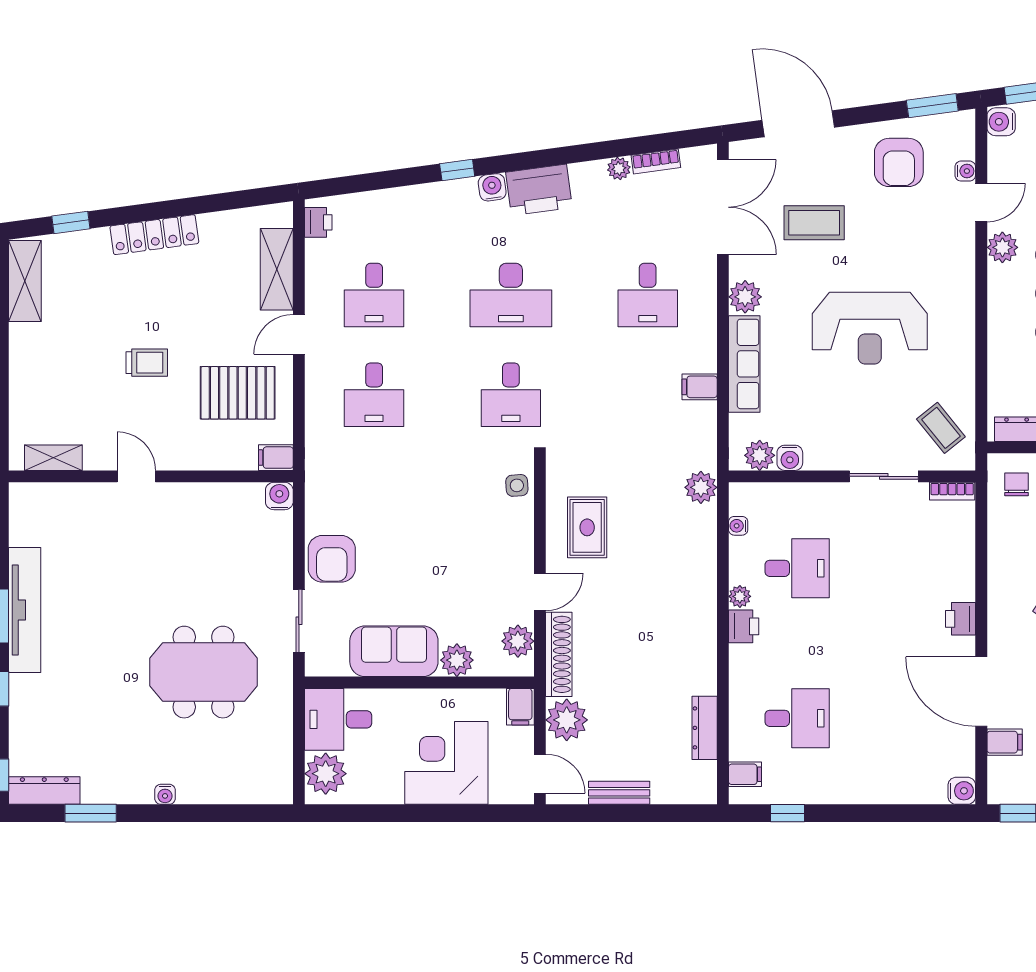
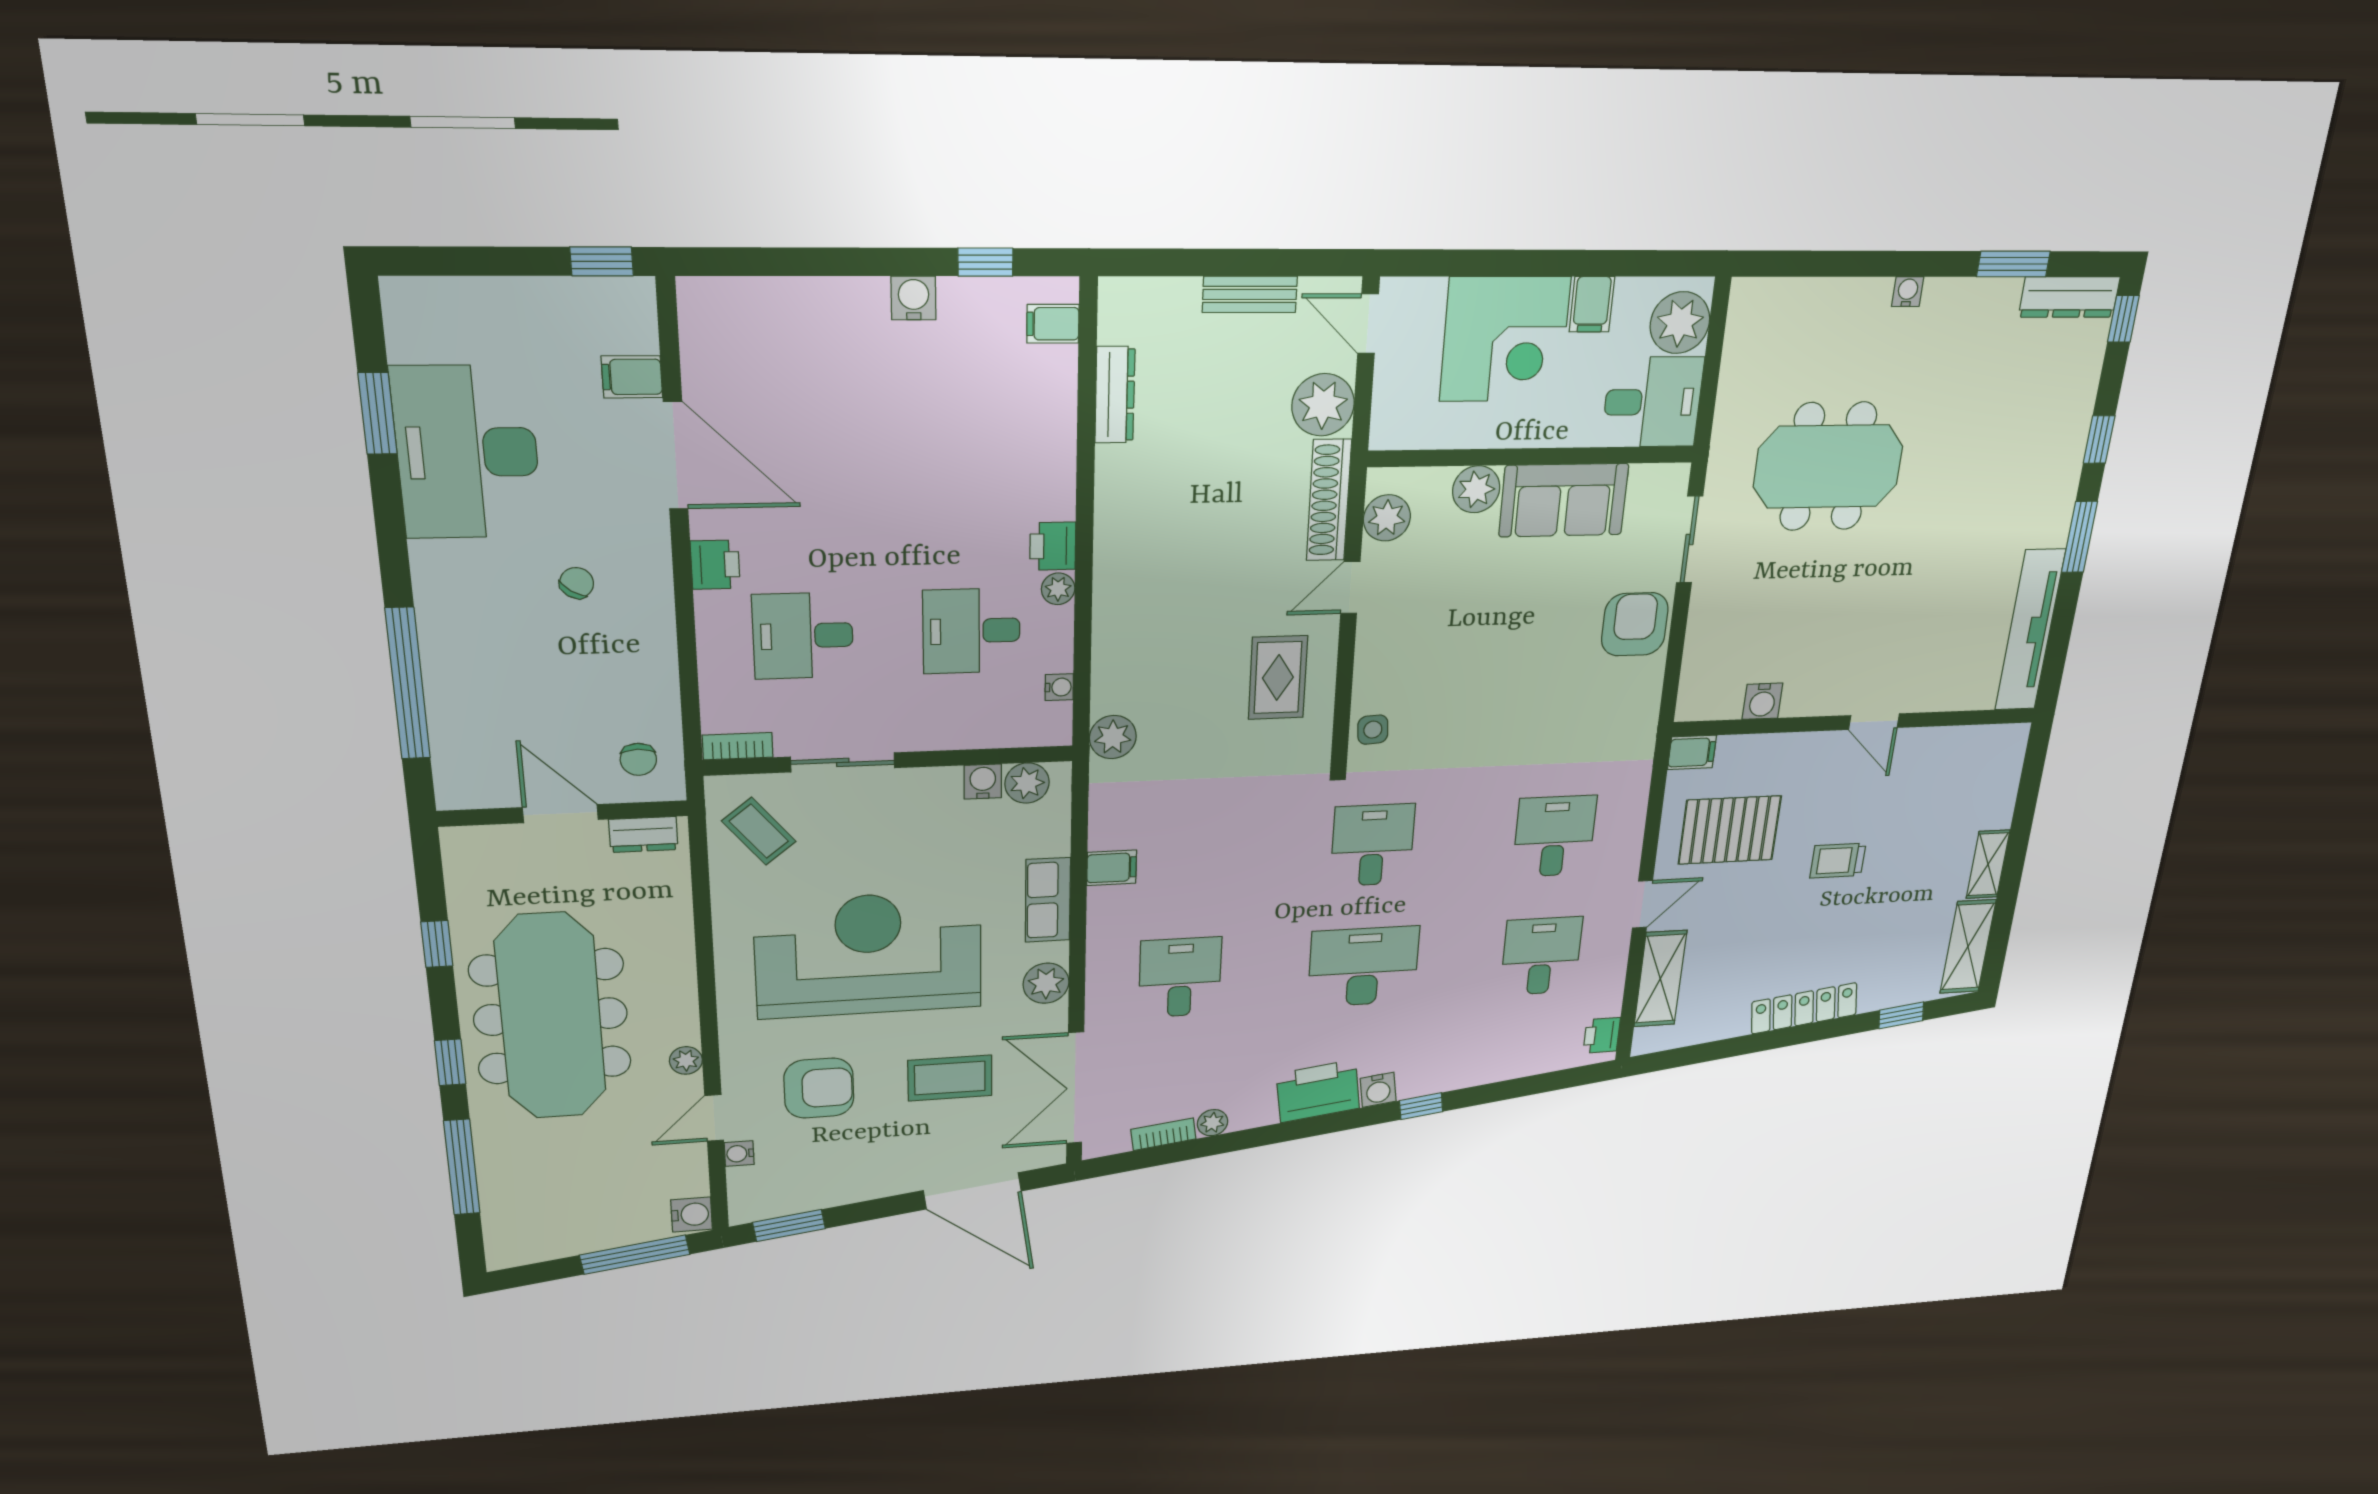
armchair: (899, 162) -> (819, 1088), moved, turned 90
plant: (1002, 247) -> (686, 1060), width x0.73, depth x0.73
reception desk: (870, 328) -> (869, 955), width x1.36, depth x1.30
row of seats: (744, 364) -> (1048, 900), width x0.68
shelving: (53, 458) -> (1988, 864), moved, turned 90
water cooler: (279, 496) -> (1762, 701), moved
tv unit: (25, 610) -> (2030, 630), moved
filing cabinet: (520, 707) -> (1592, 304), moved, turned 180
desk: (797, 718) -> (803, 636), moved
water cooler: (962, 791) -> (914, 298), moved, turned 90

